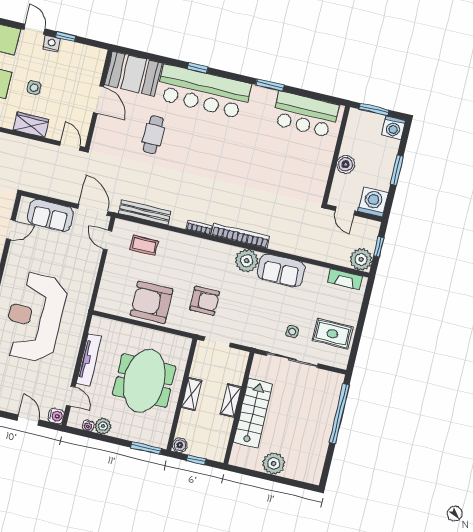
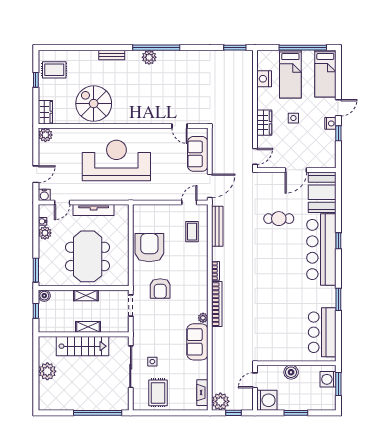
washing machine: (393, 128) -> (328, 379), moved
plant: (247, 261) -> (203, 318), width x0.53, depth x0.53
meeting table: (144, 381) -> (88, 256), turned 90

